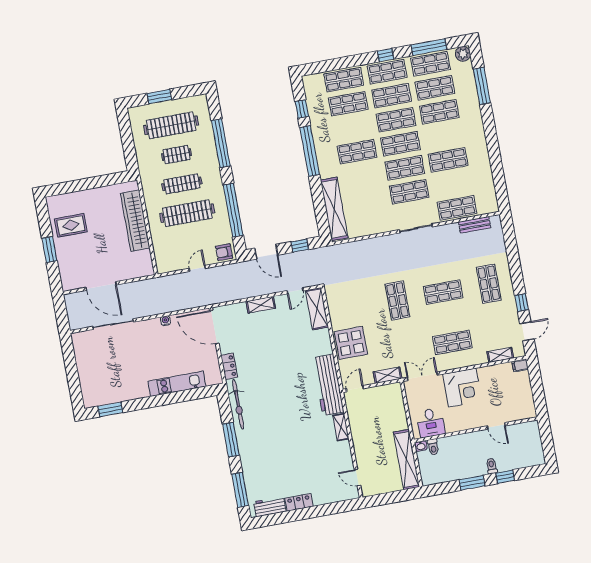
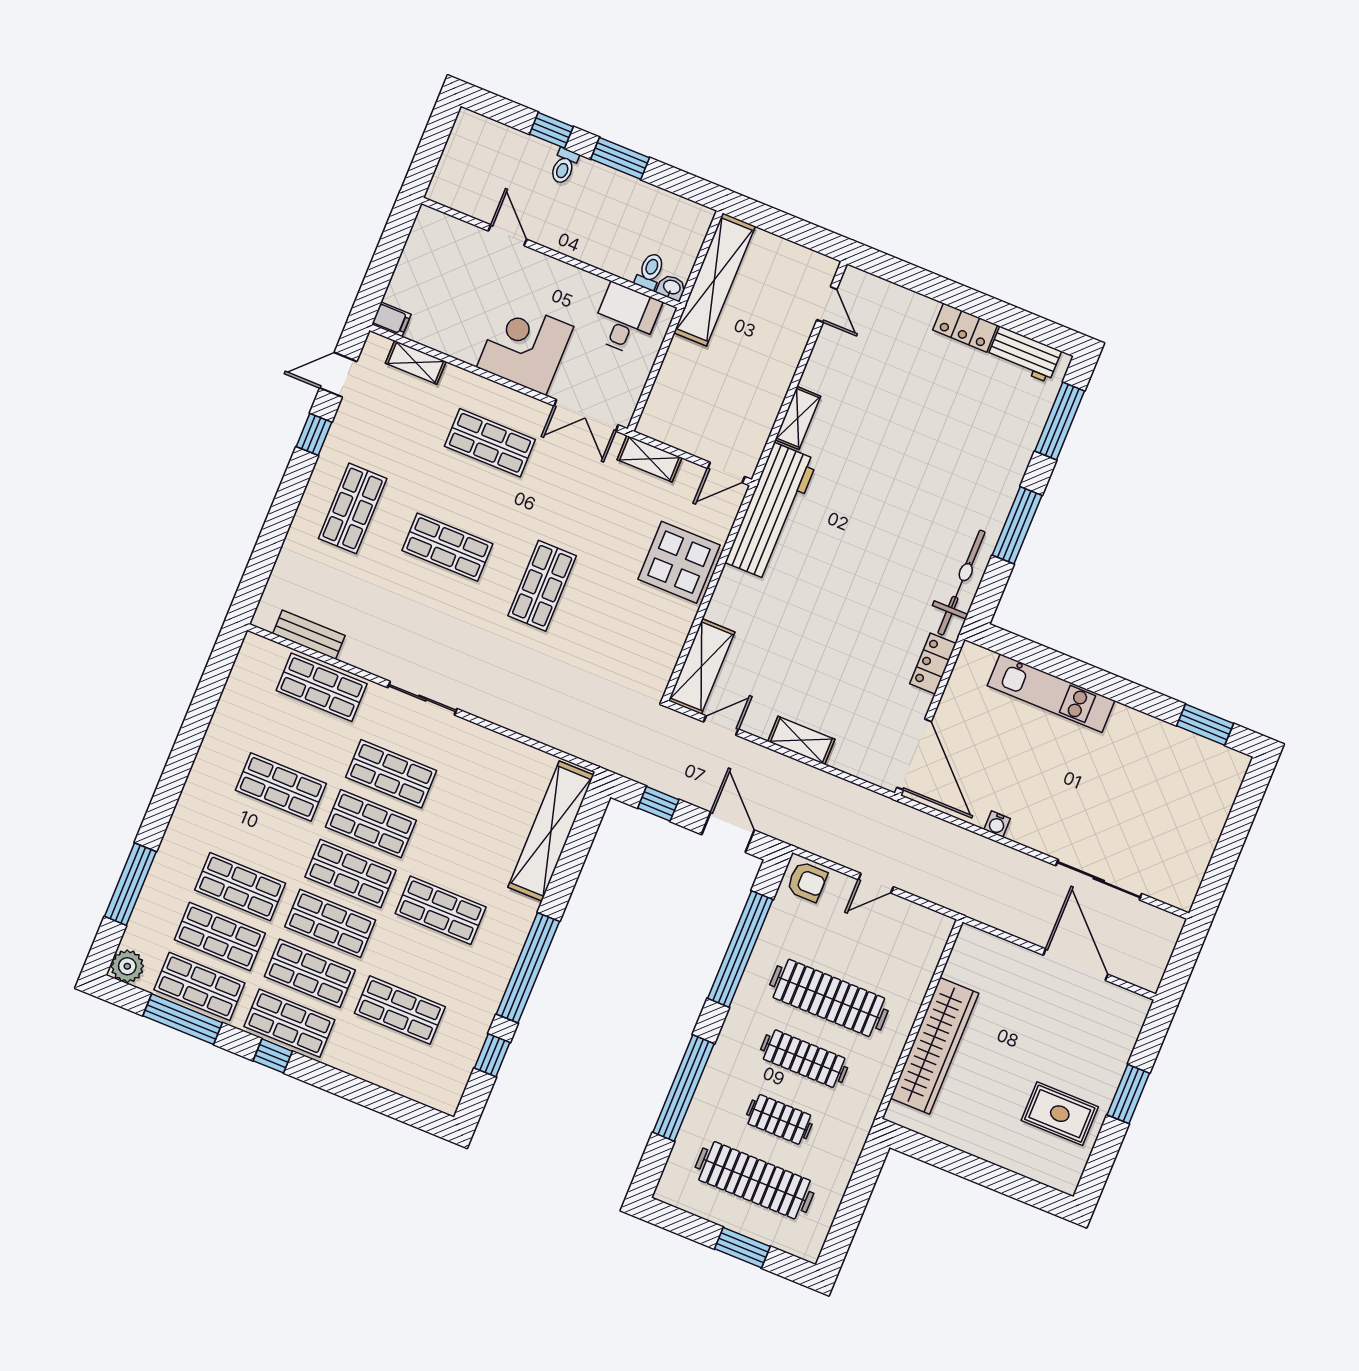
shop shelf: (344, 80) -> (379, 1060), removed

